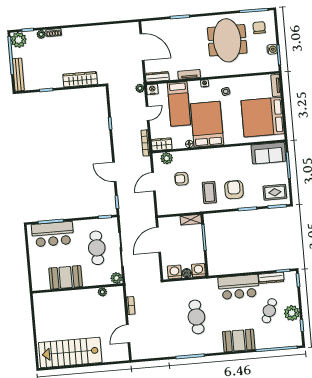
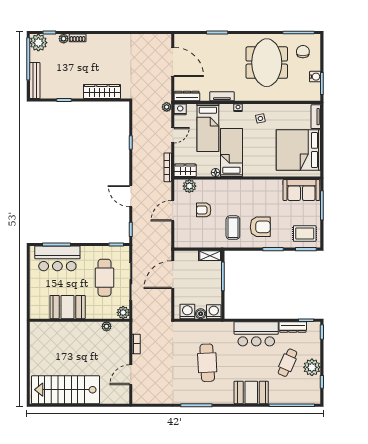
bed: (207, 124) -> (231, 153), width x0.67
armchair: (234, 190) -> (260, 227), turned 90

